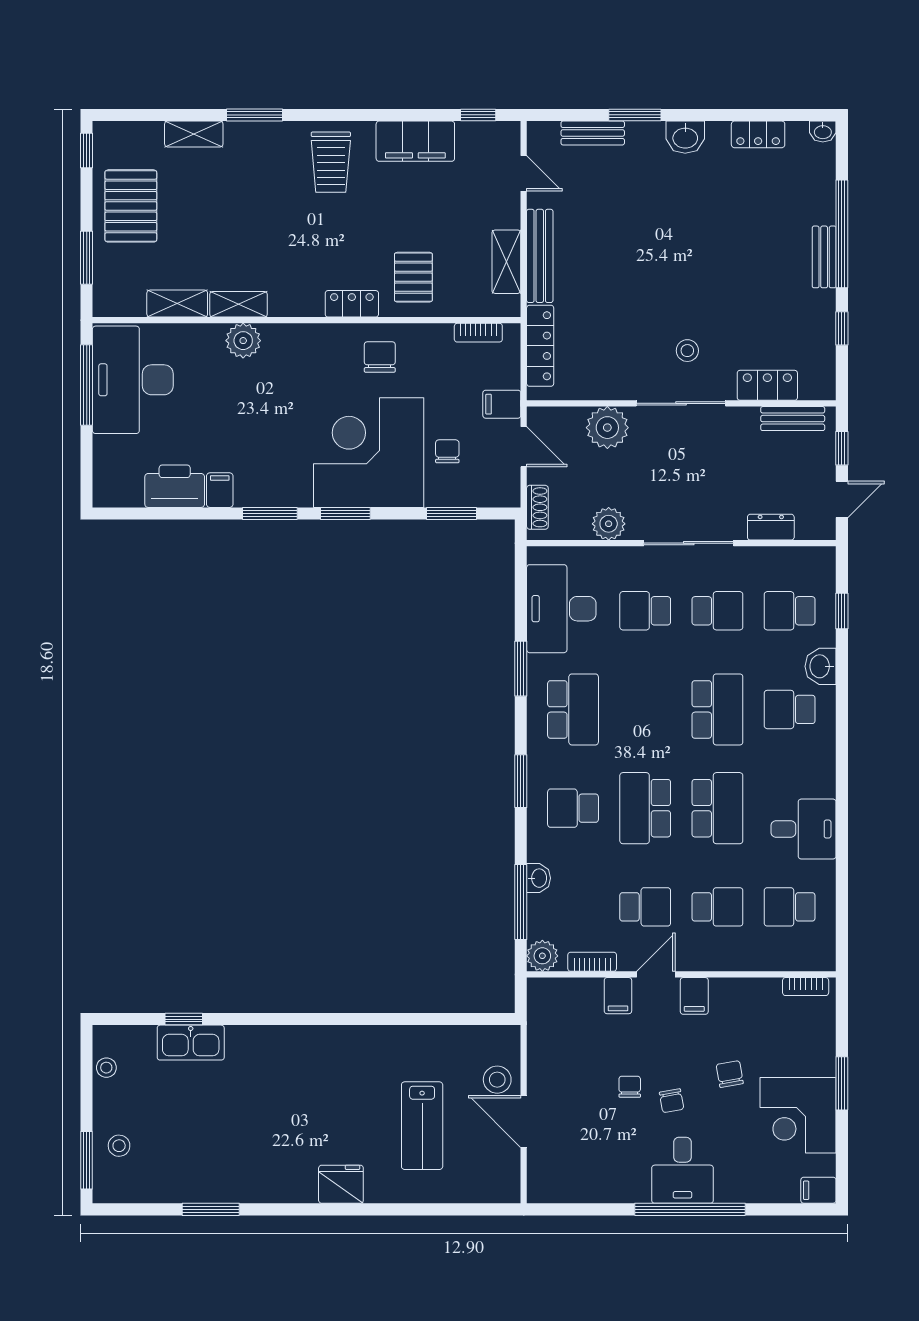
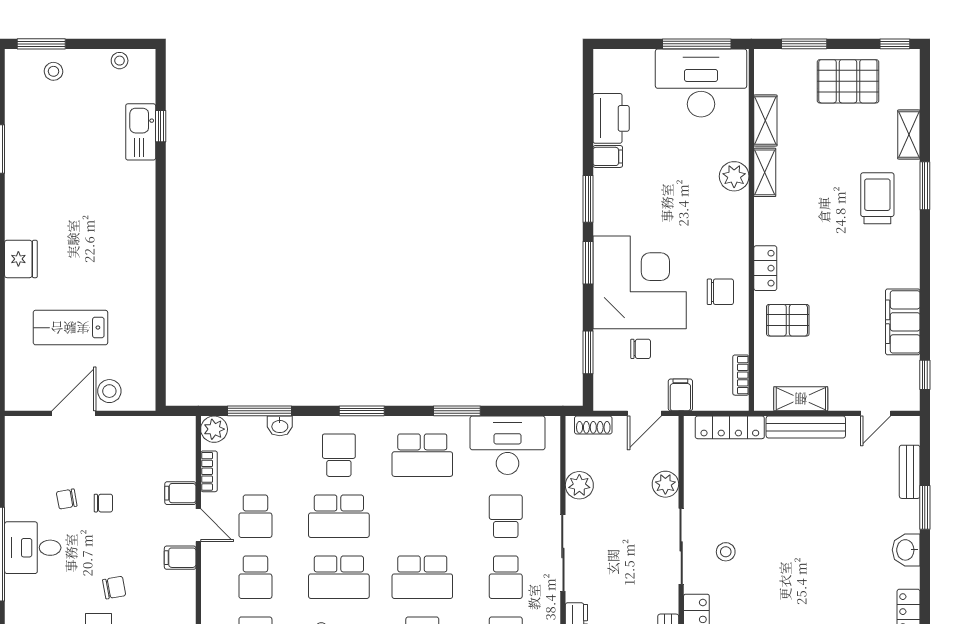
trolley: (331, 162) -> (877, 198), moved, turned 90
plant: (607, 428) -> (665, 484), width x0.73, depth x0.73
school desk: (645, 808) -> (339, 516), turned 180
chair: (672, 1101) -> (67, 499), moved

